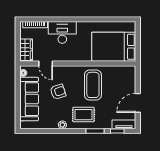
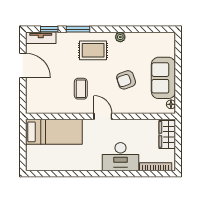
bed: (114, 47) -> (54, 132), width x0.67
door: (46, 64) -> (103, 116), moved
coffee table: (93, 85) -> (81, 89), width x0.54, depth x0.58
sofa: (29, 99) -> (163, 78), width x0.73
door: (138, 103) -> (23, 65), hinge flipped

